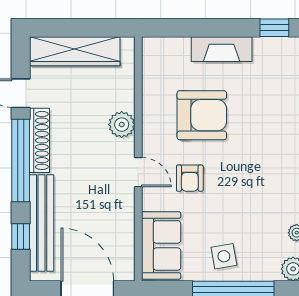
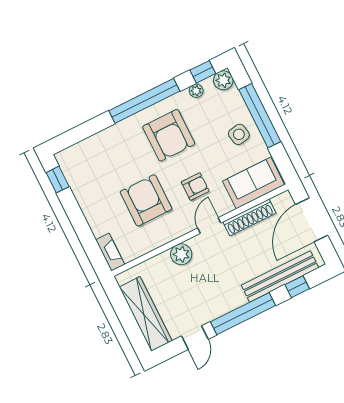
fireplace: (222, 49) -> (110, 252), moved, width x0.73, depth x0.76
shoe rack: (39, 140) -> (249, 217), moved, turned 180
armchair: (262, 177) -> (169, 135), added

